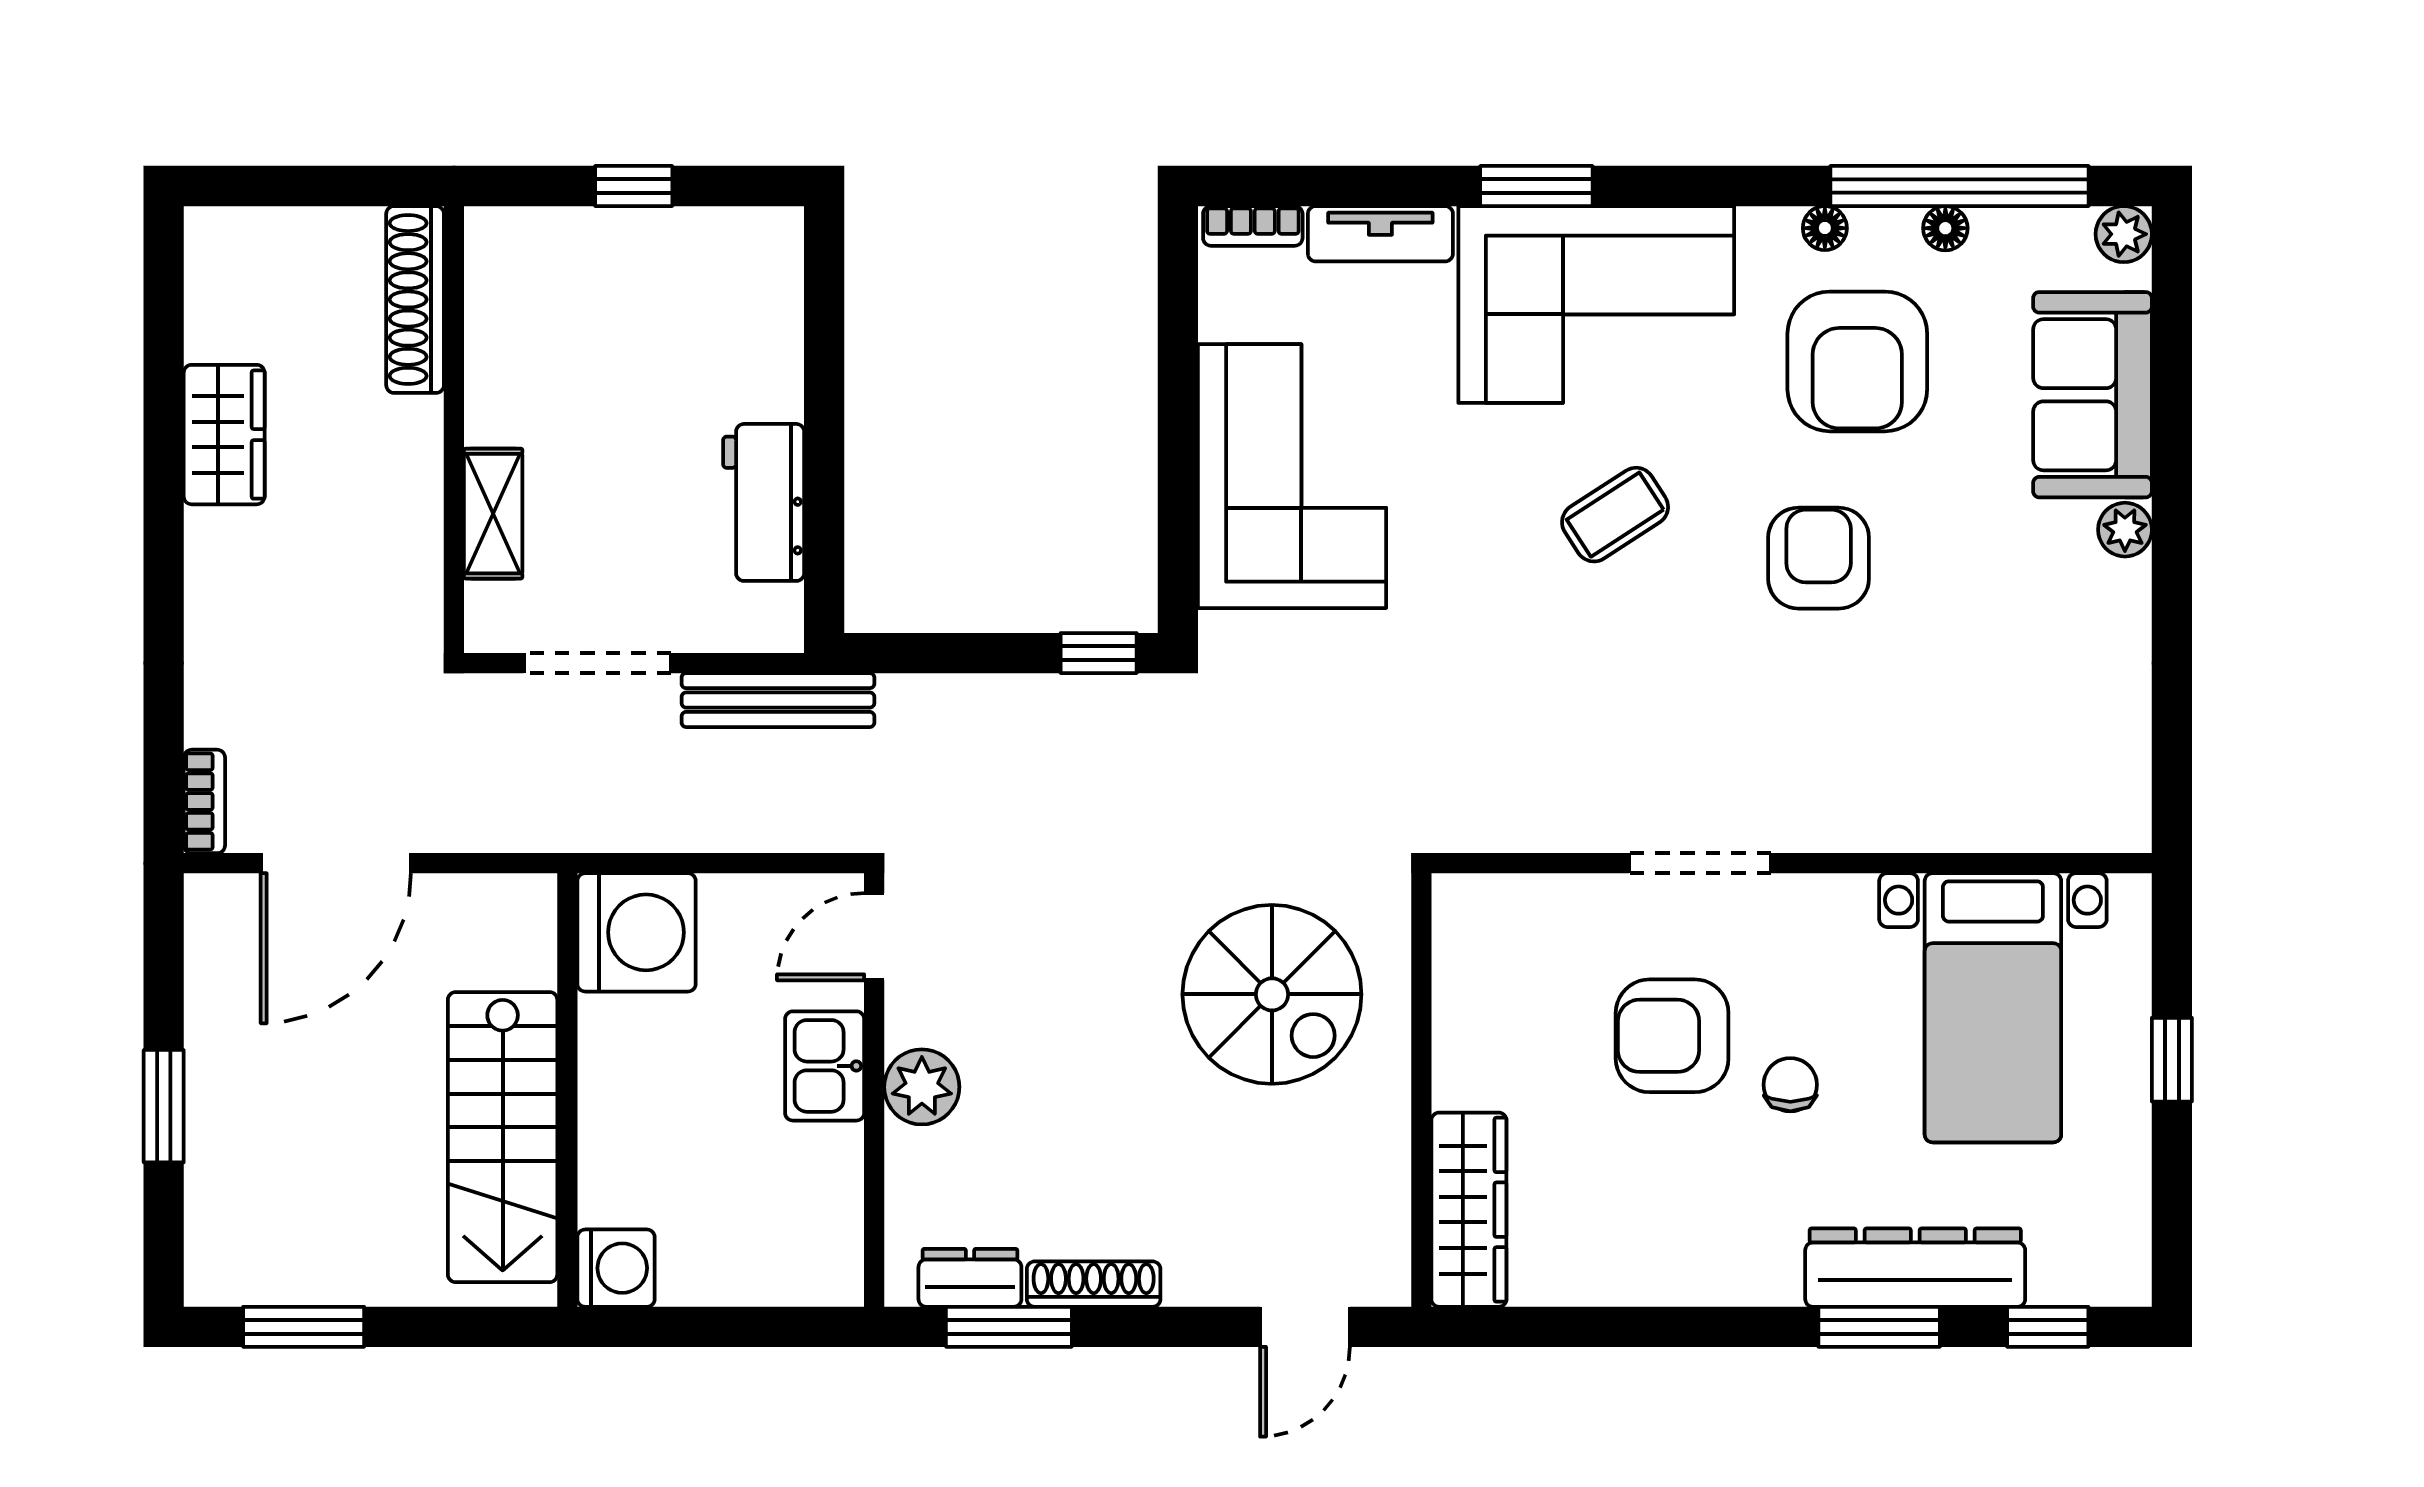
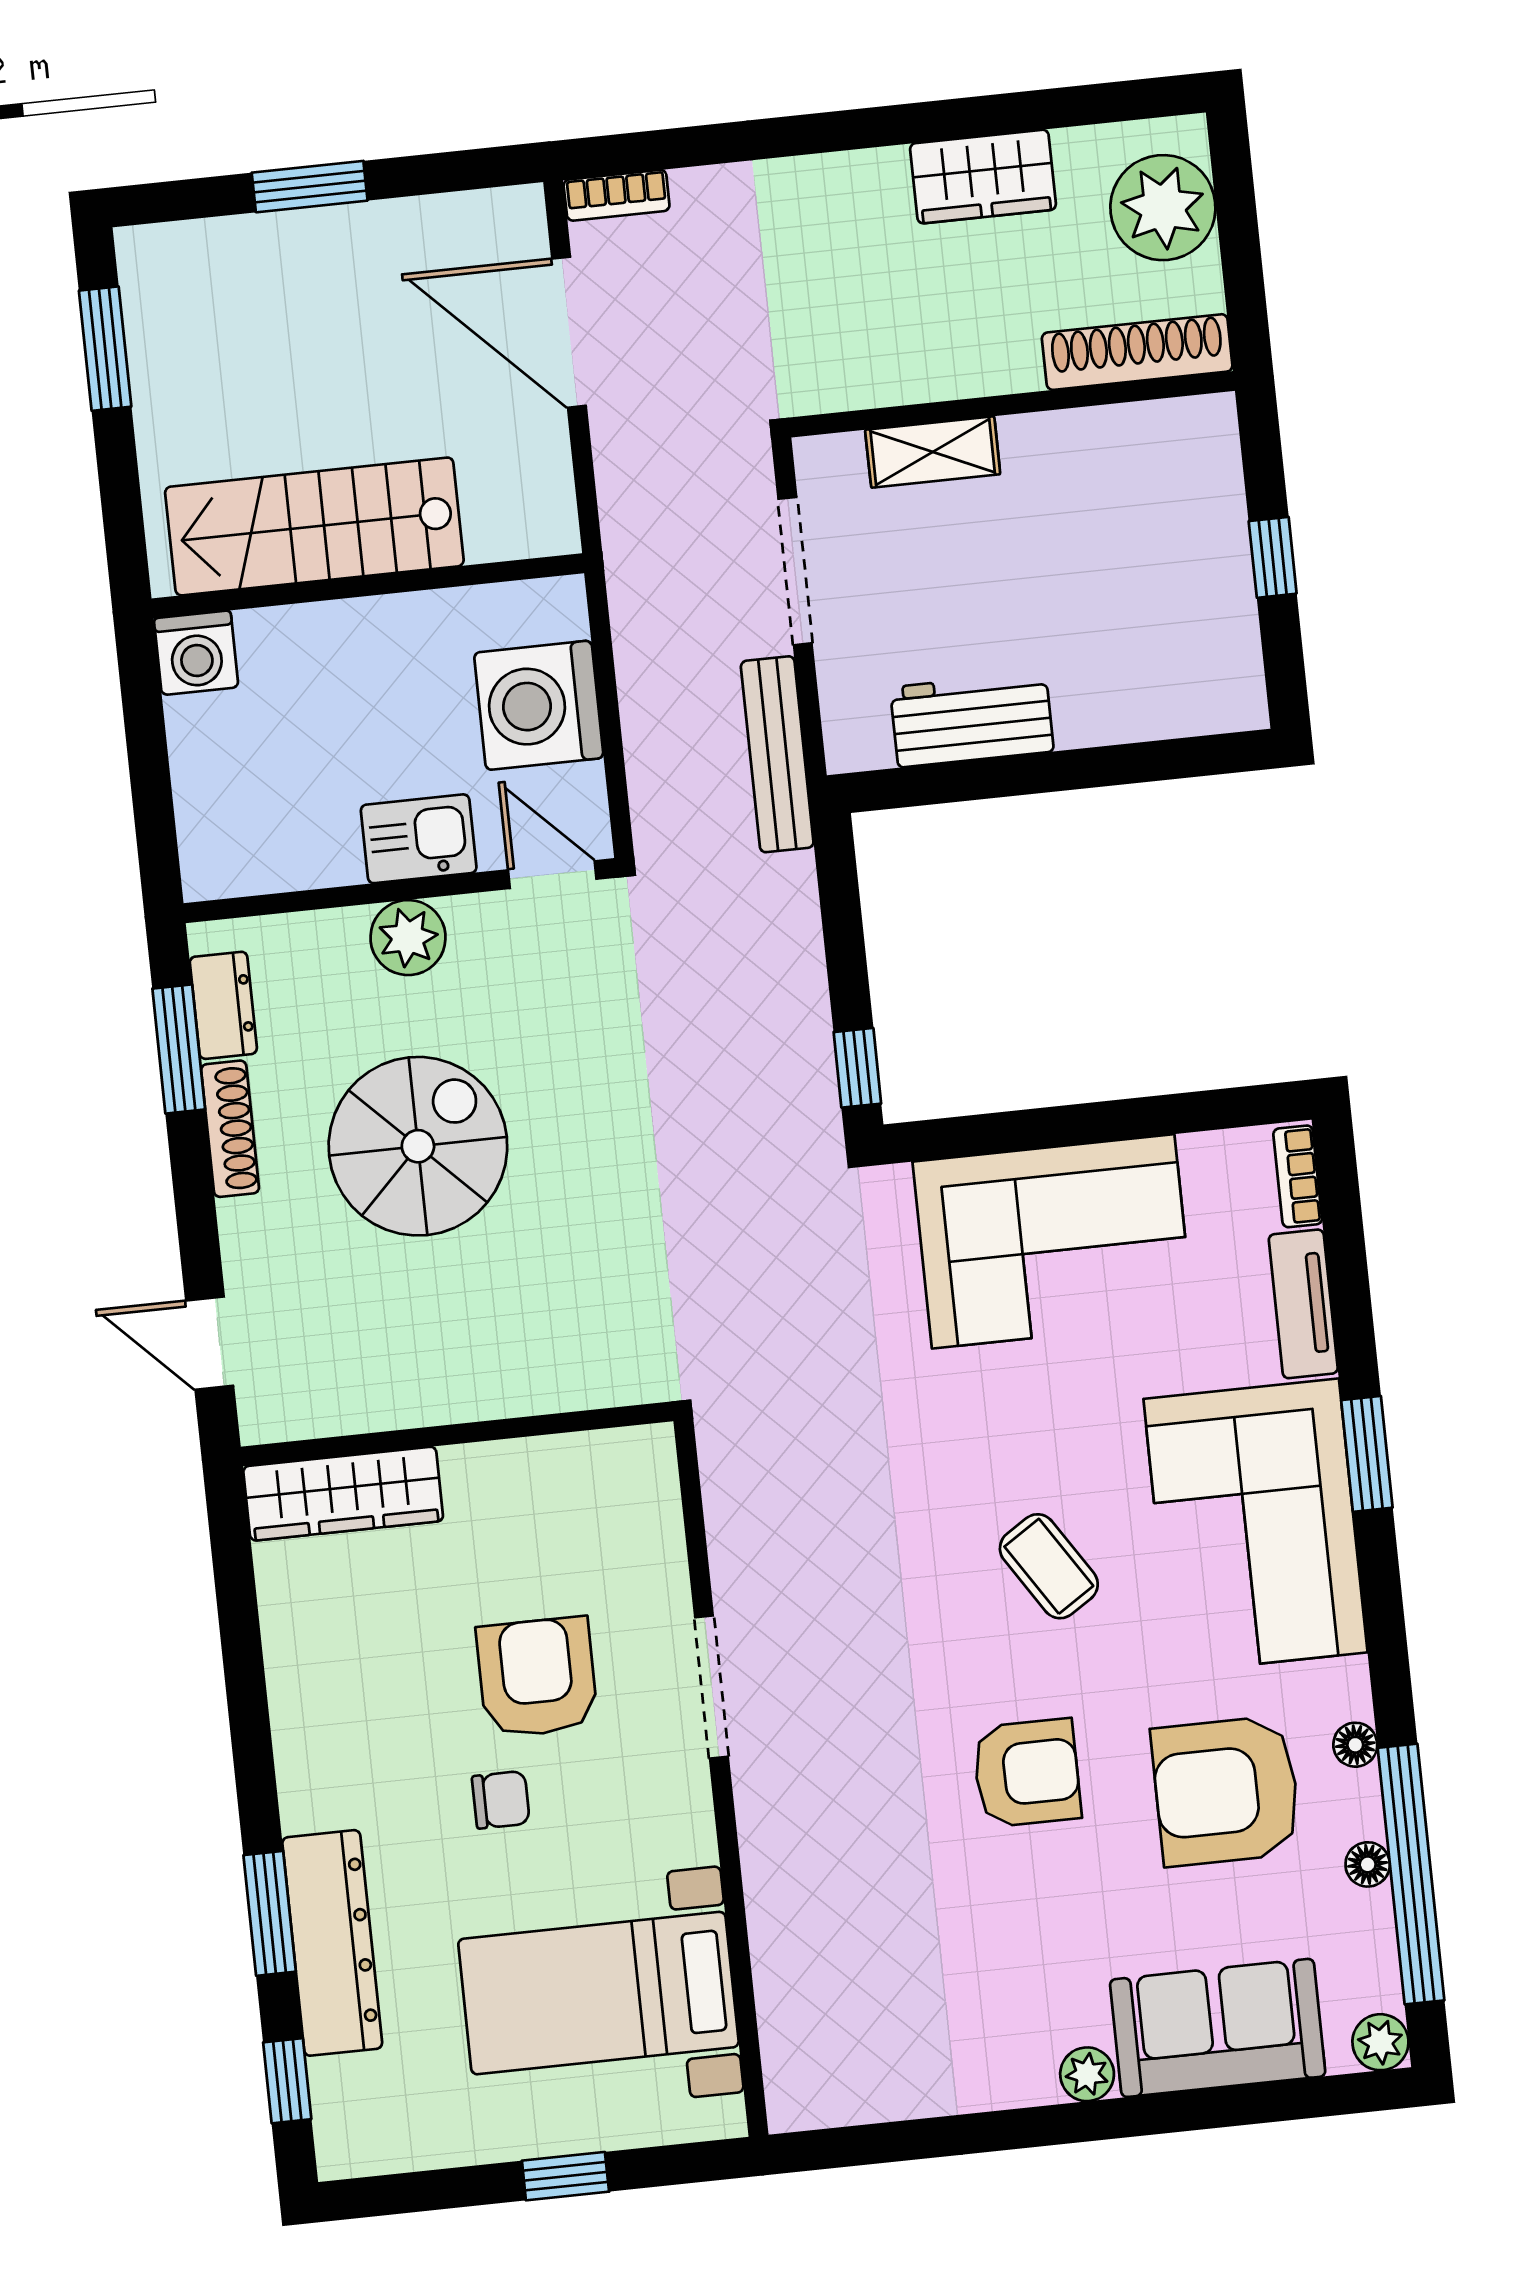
plant: (274, 259) -> (1163, 208), added
washing machine: (637, 932) -> (539, 705), moved, turned 90
spiral stairs: (1272, 994) -> (418, 1146), moved, turned 180

